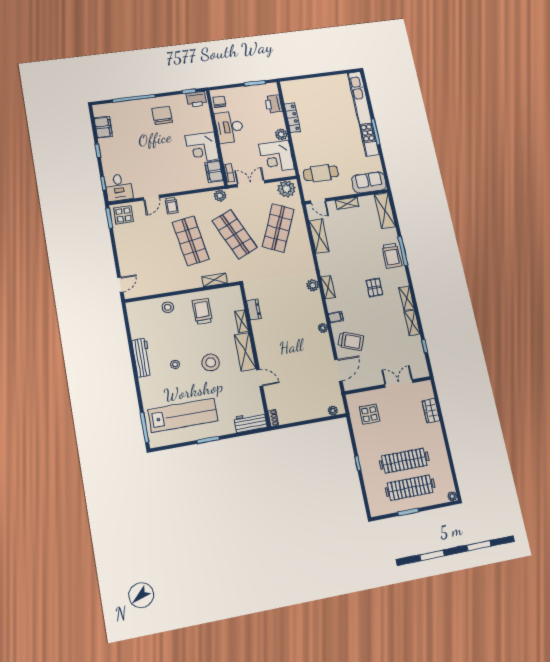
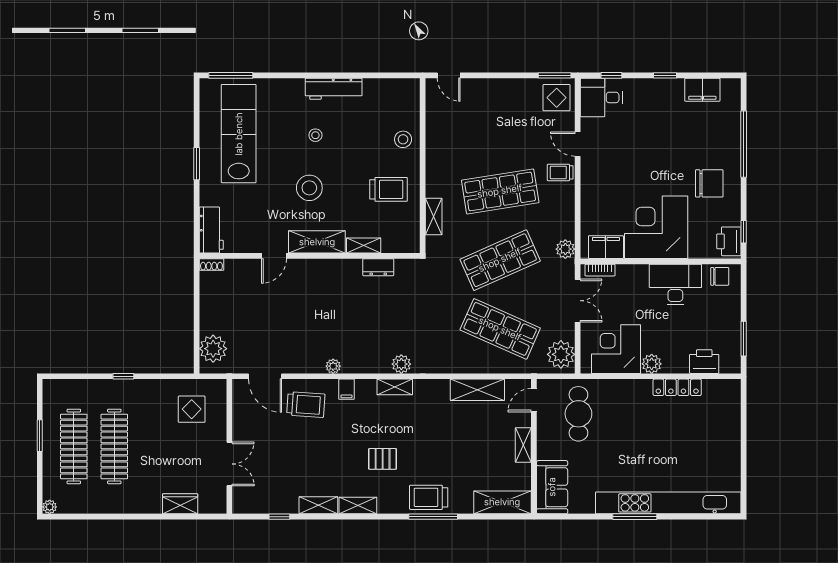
corner desk: (202, 147) -> (656, 227), width x1.36, depth x1.36
trolley: (351, 341) -> (306, 405), turned -106
plant: (333, 411) -> (213, 349), width x1.88, depth x1.88
lab bench: (183, 415) -> (239, 134), turned 180

